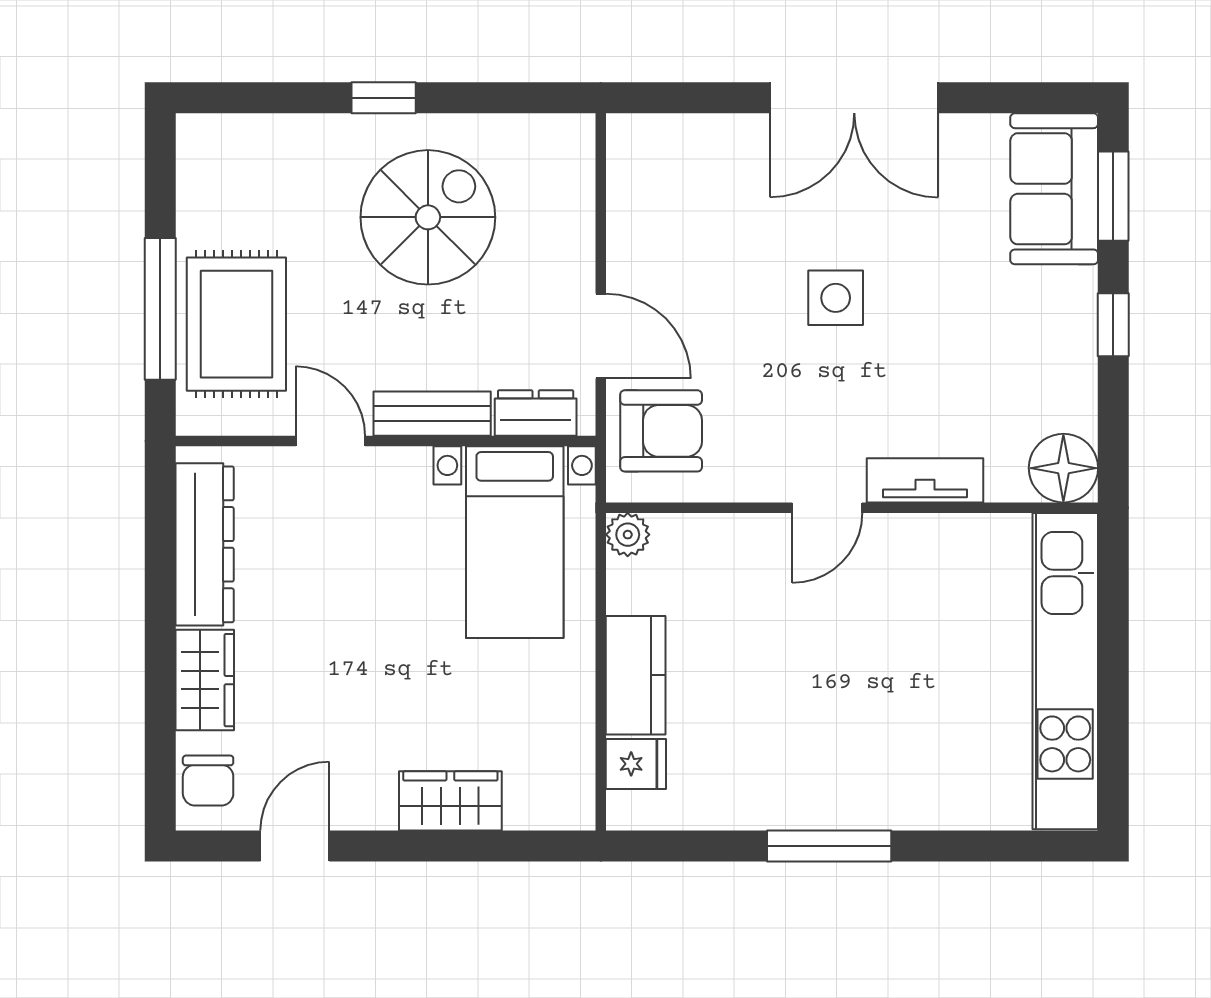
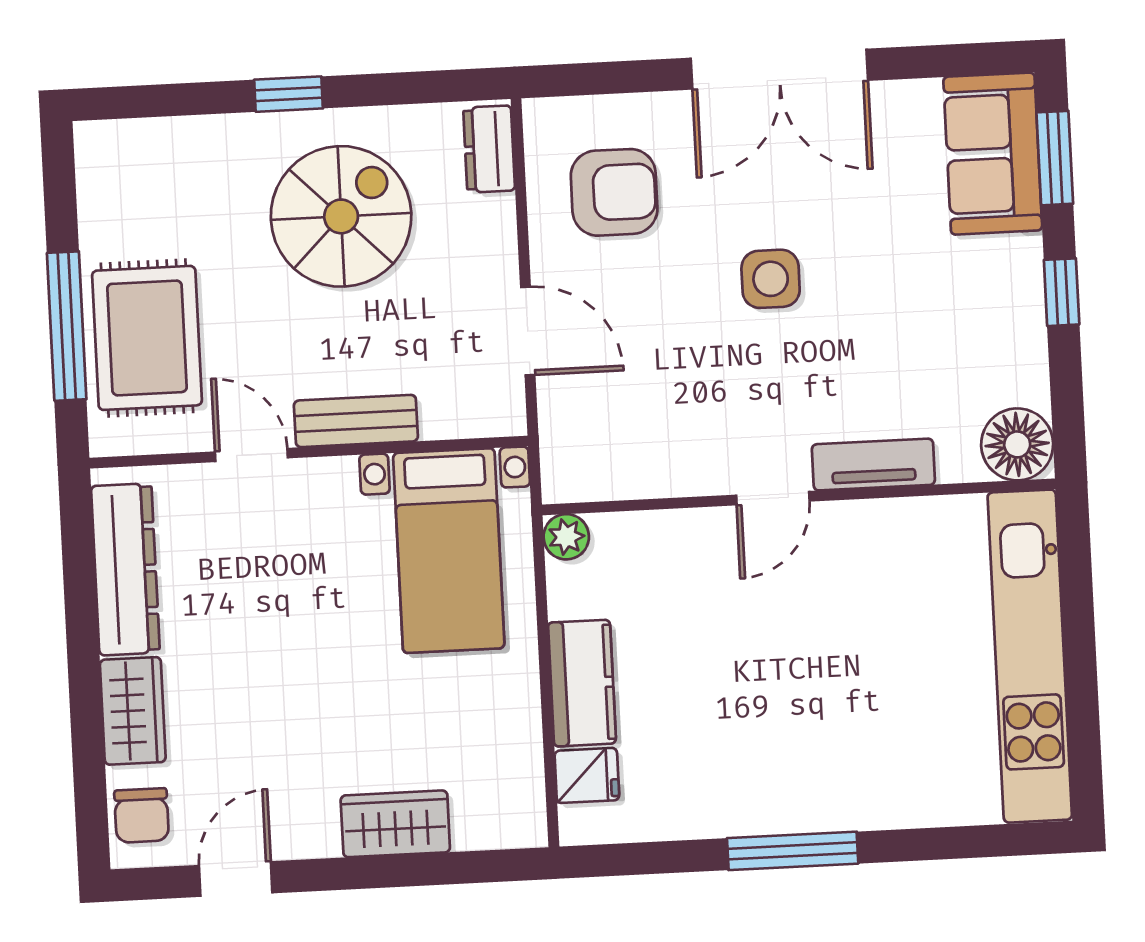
dresser: (536, 413) -> (489, 149), moved, turned -90
armchair: (661, 431) -> (614, 192), moved

